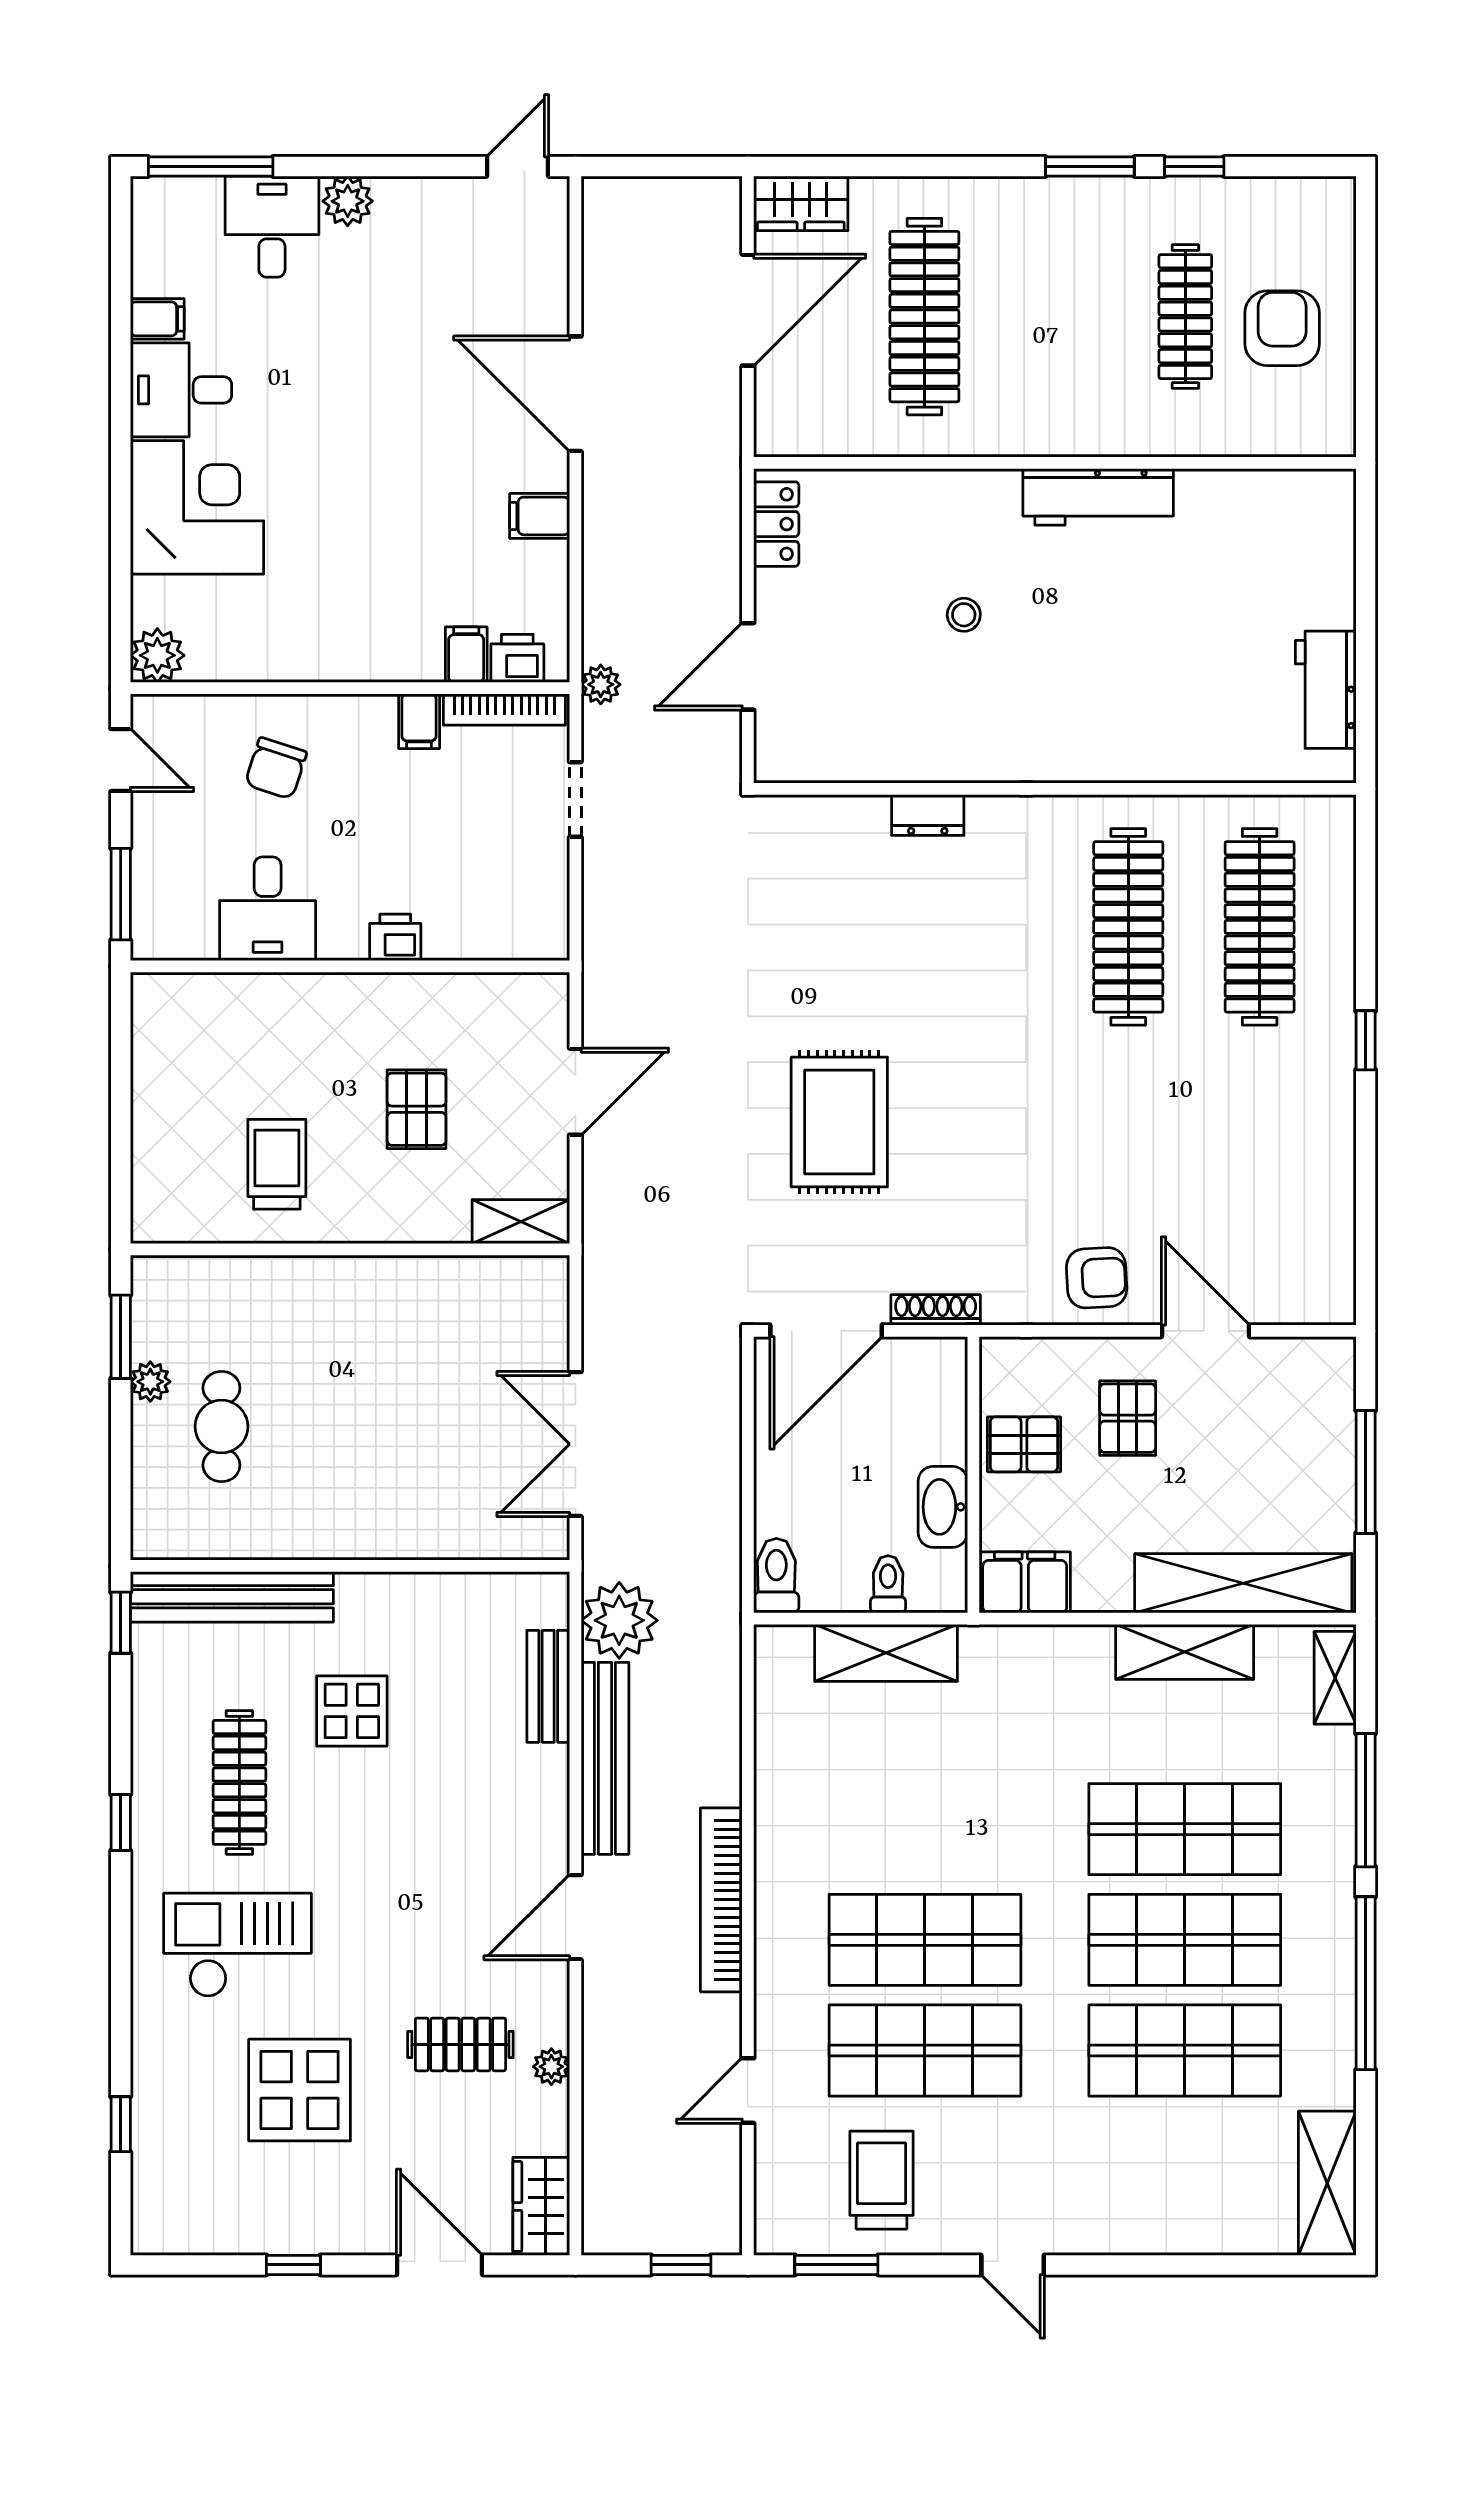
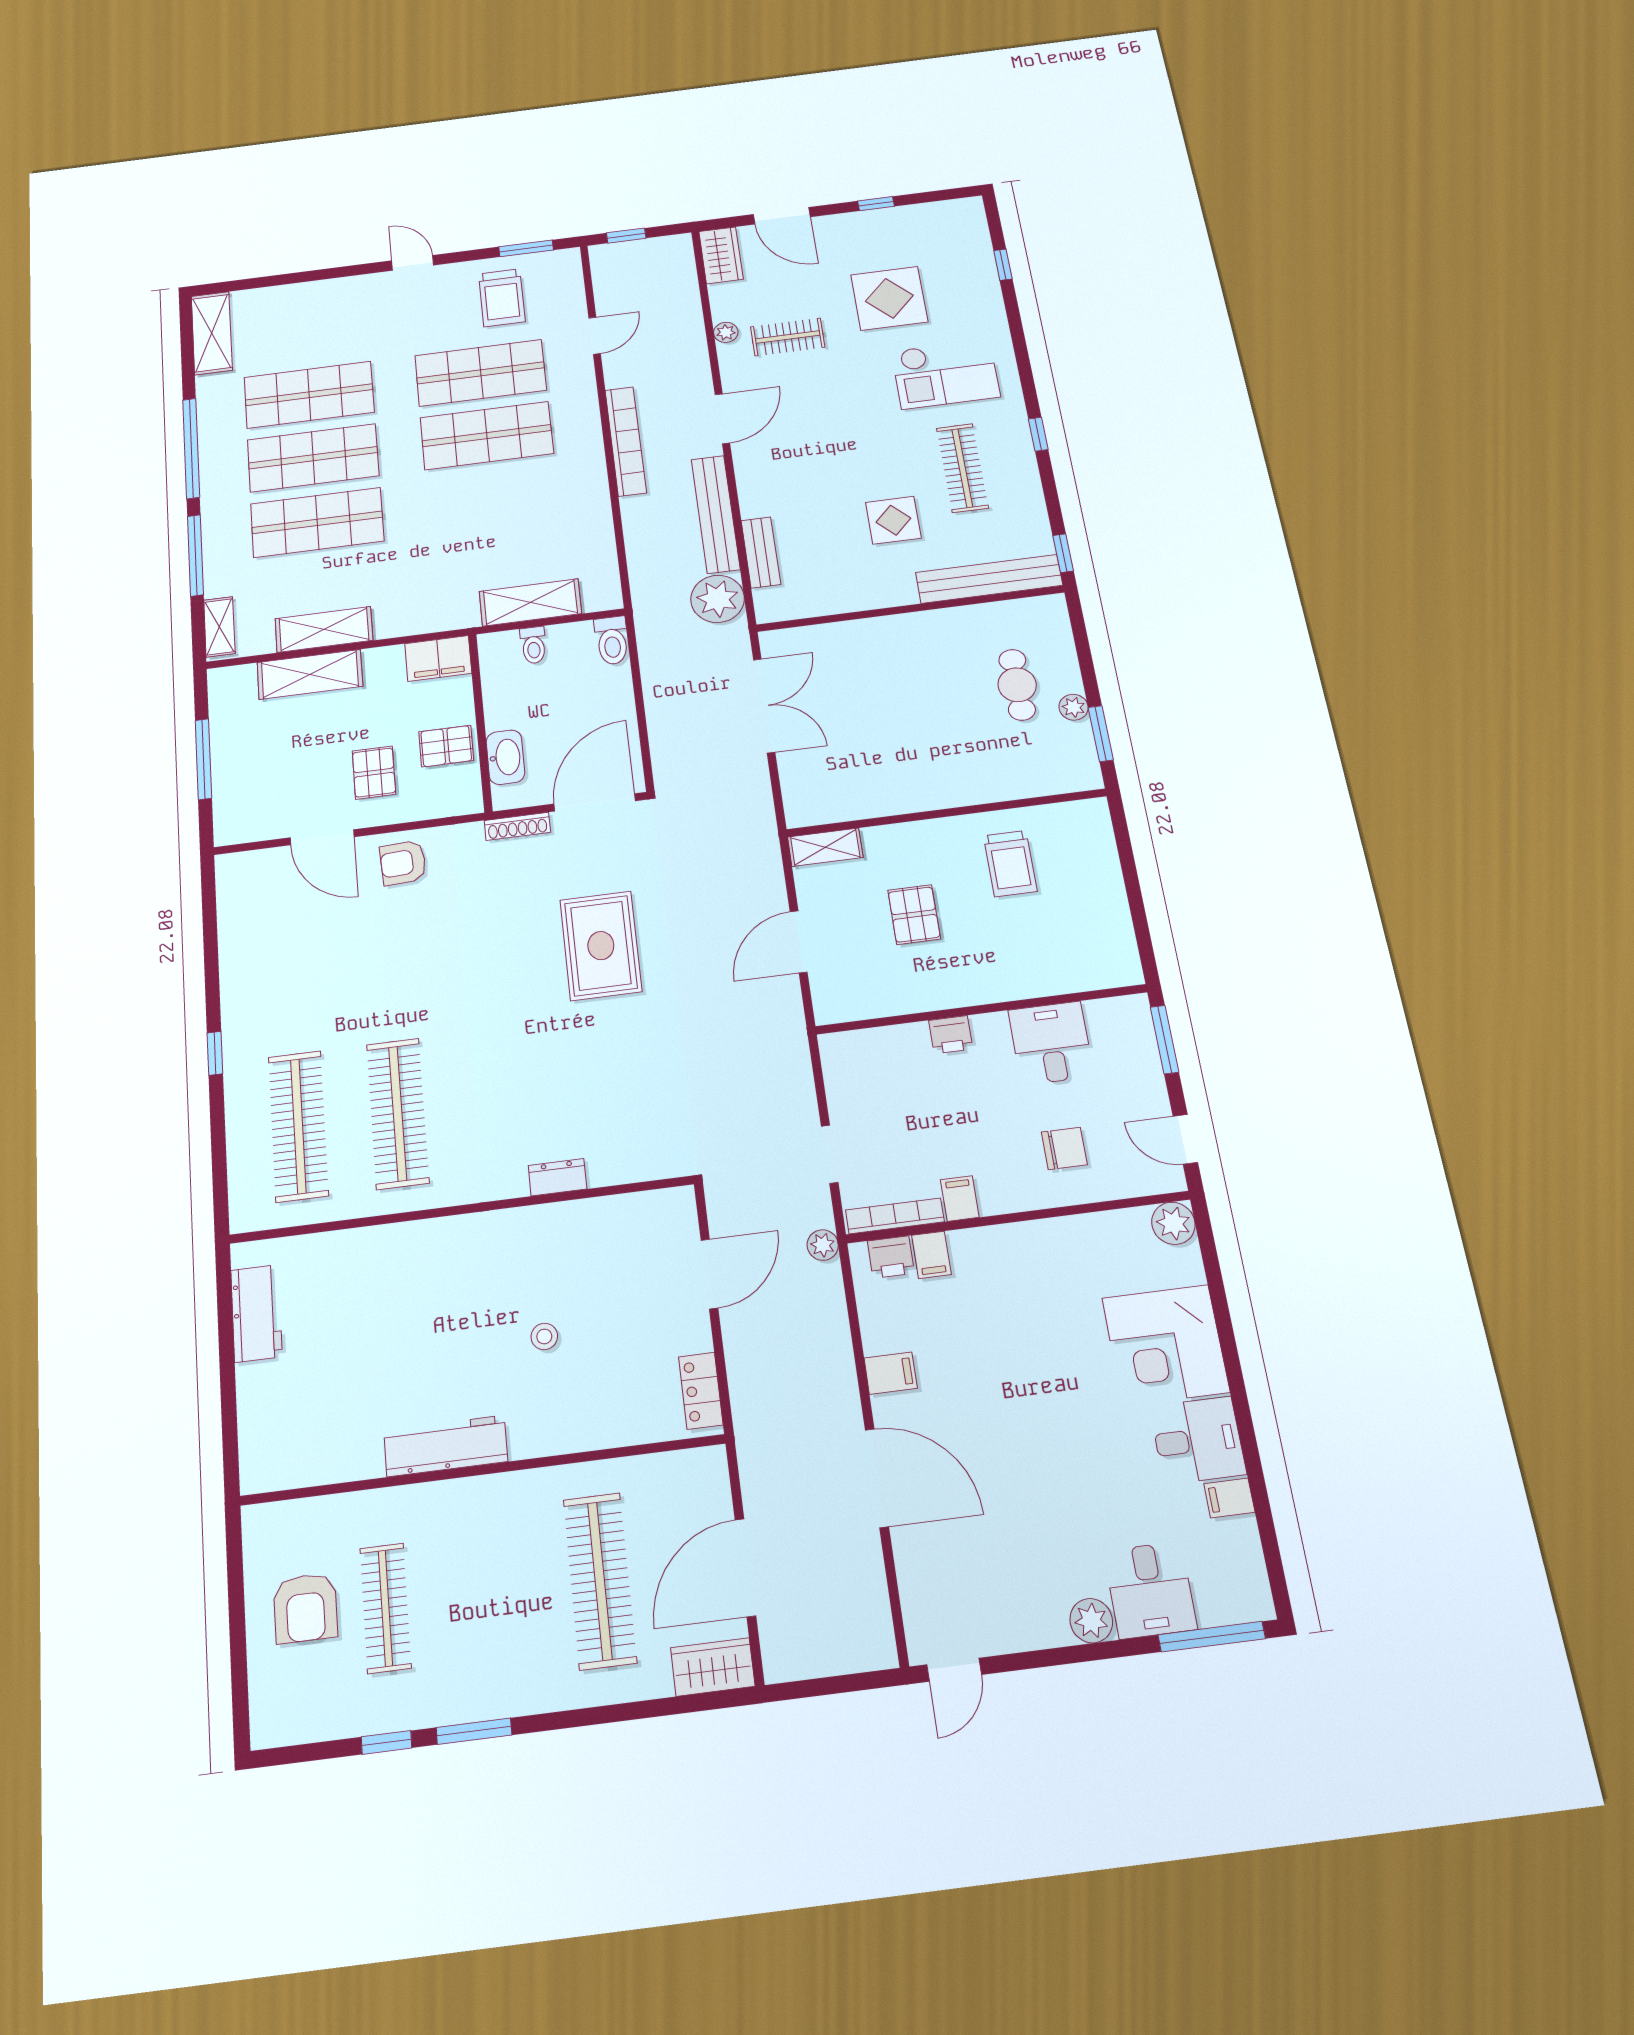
chair: (276, 768) -> (1064, 1148), turned 72
washbasin: (943, 1507) -> (505, 757), moved
shelving: (1243, 1583) -> (310, 674), width x0.68

